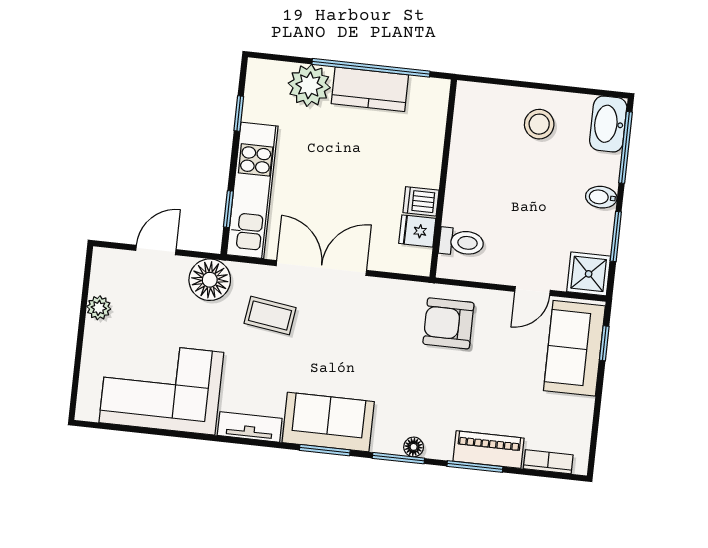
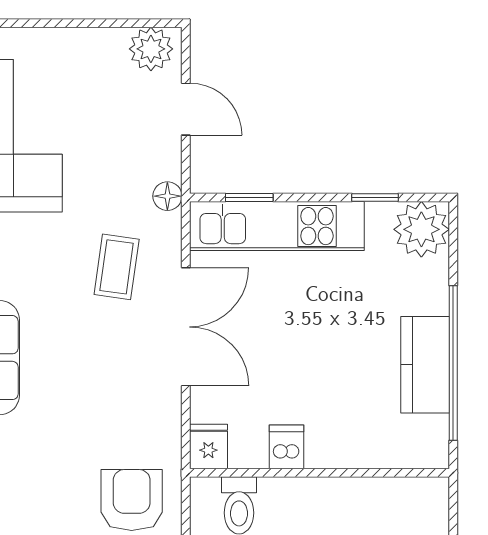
plant: (309, 85) -> (421, 229), moved
fridge: (417, 231) -> (208, 446), moved
floor lamp: (210, 280) -> (167, 196), width x0.53, depth x0.53
plant: (99, 308) -> (151, 49), moved, width x1.38, depth x1.38

